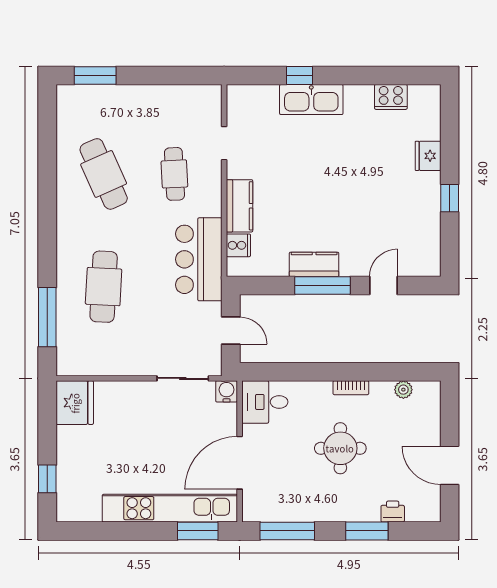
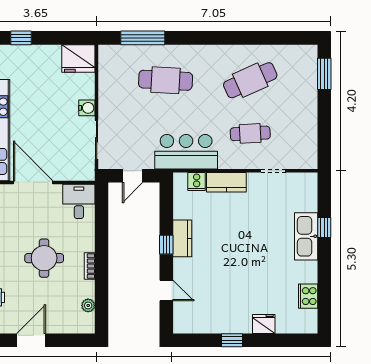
window: (322, 286) -> (166, 245), width x0.46
water cooler: (227, 391) -> (87, 108), moved

